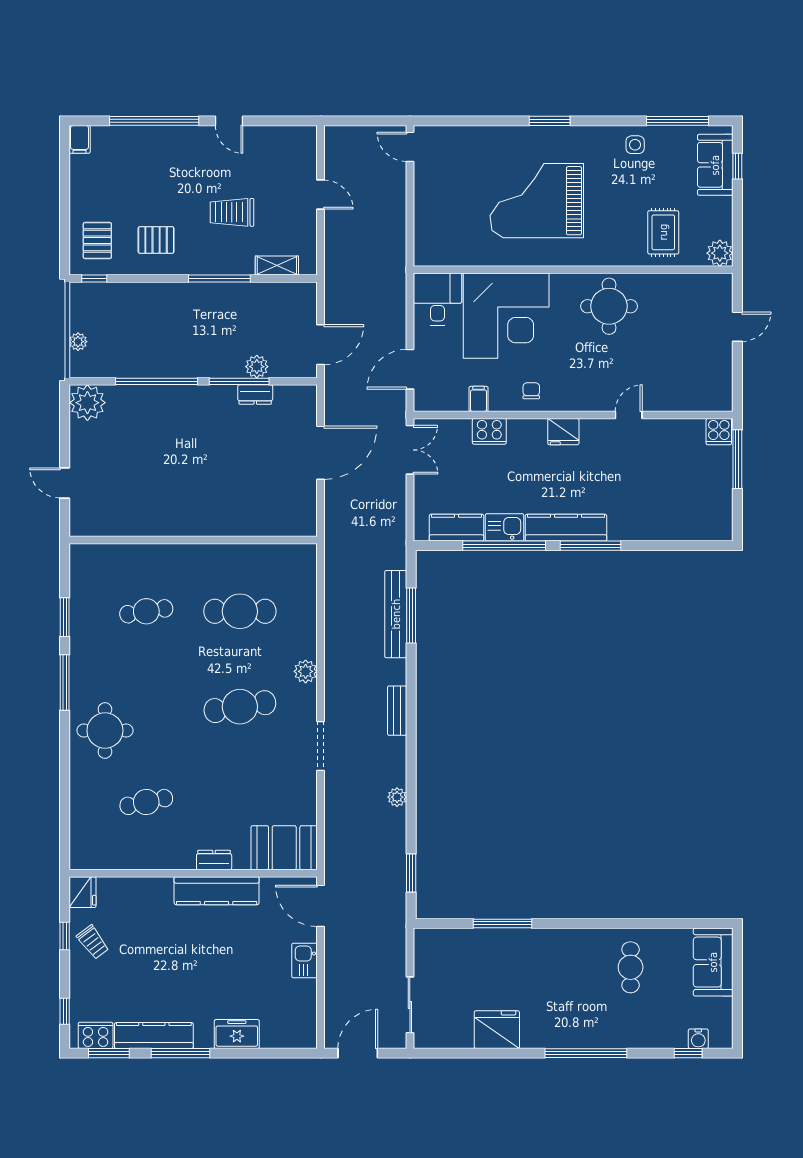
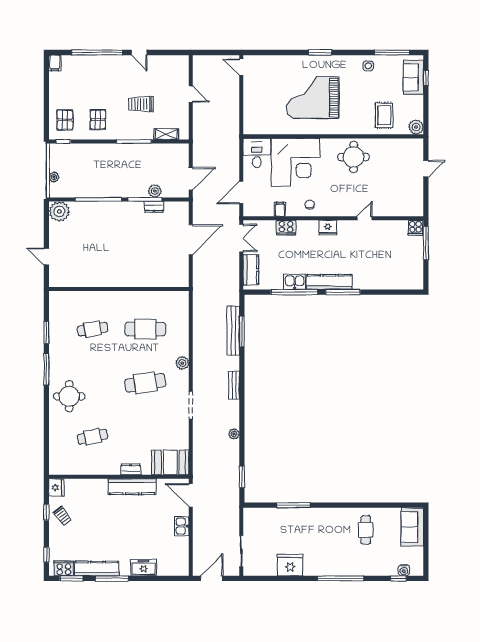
pallet: (156, 240) -> (98, 120), turned 90
kitchen counter: (457, 528) -> (251, 270), moved, turned 90

